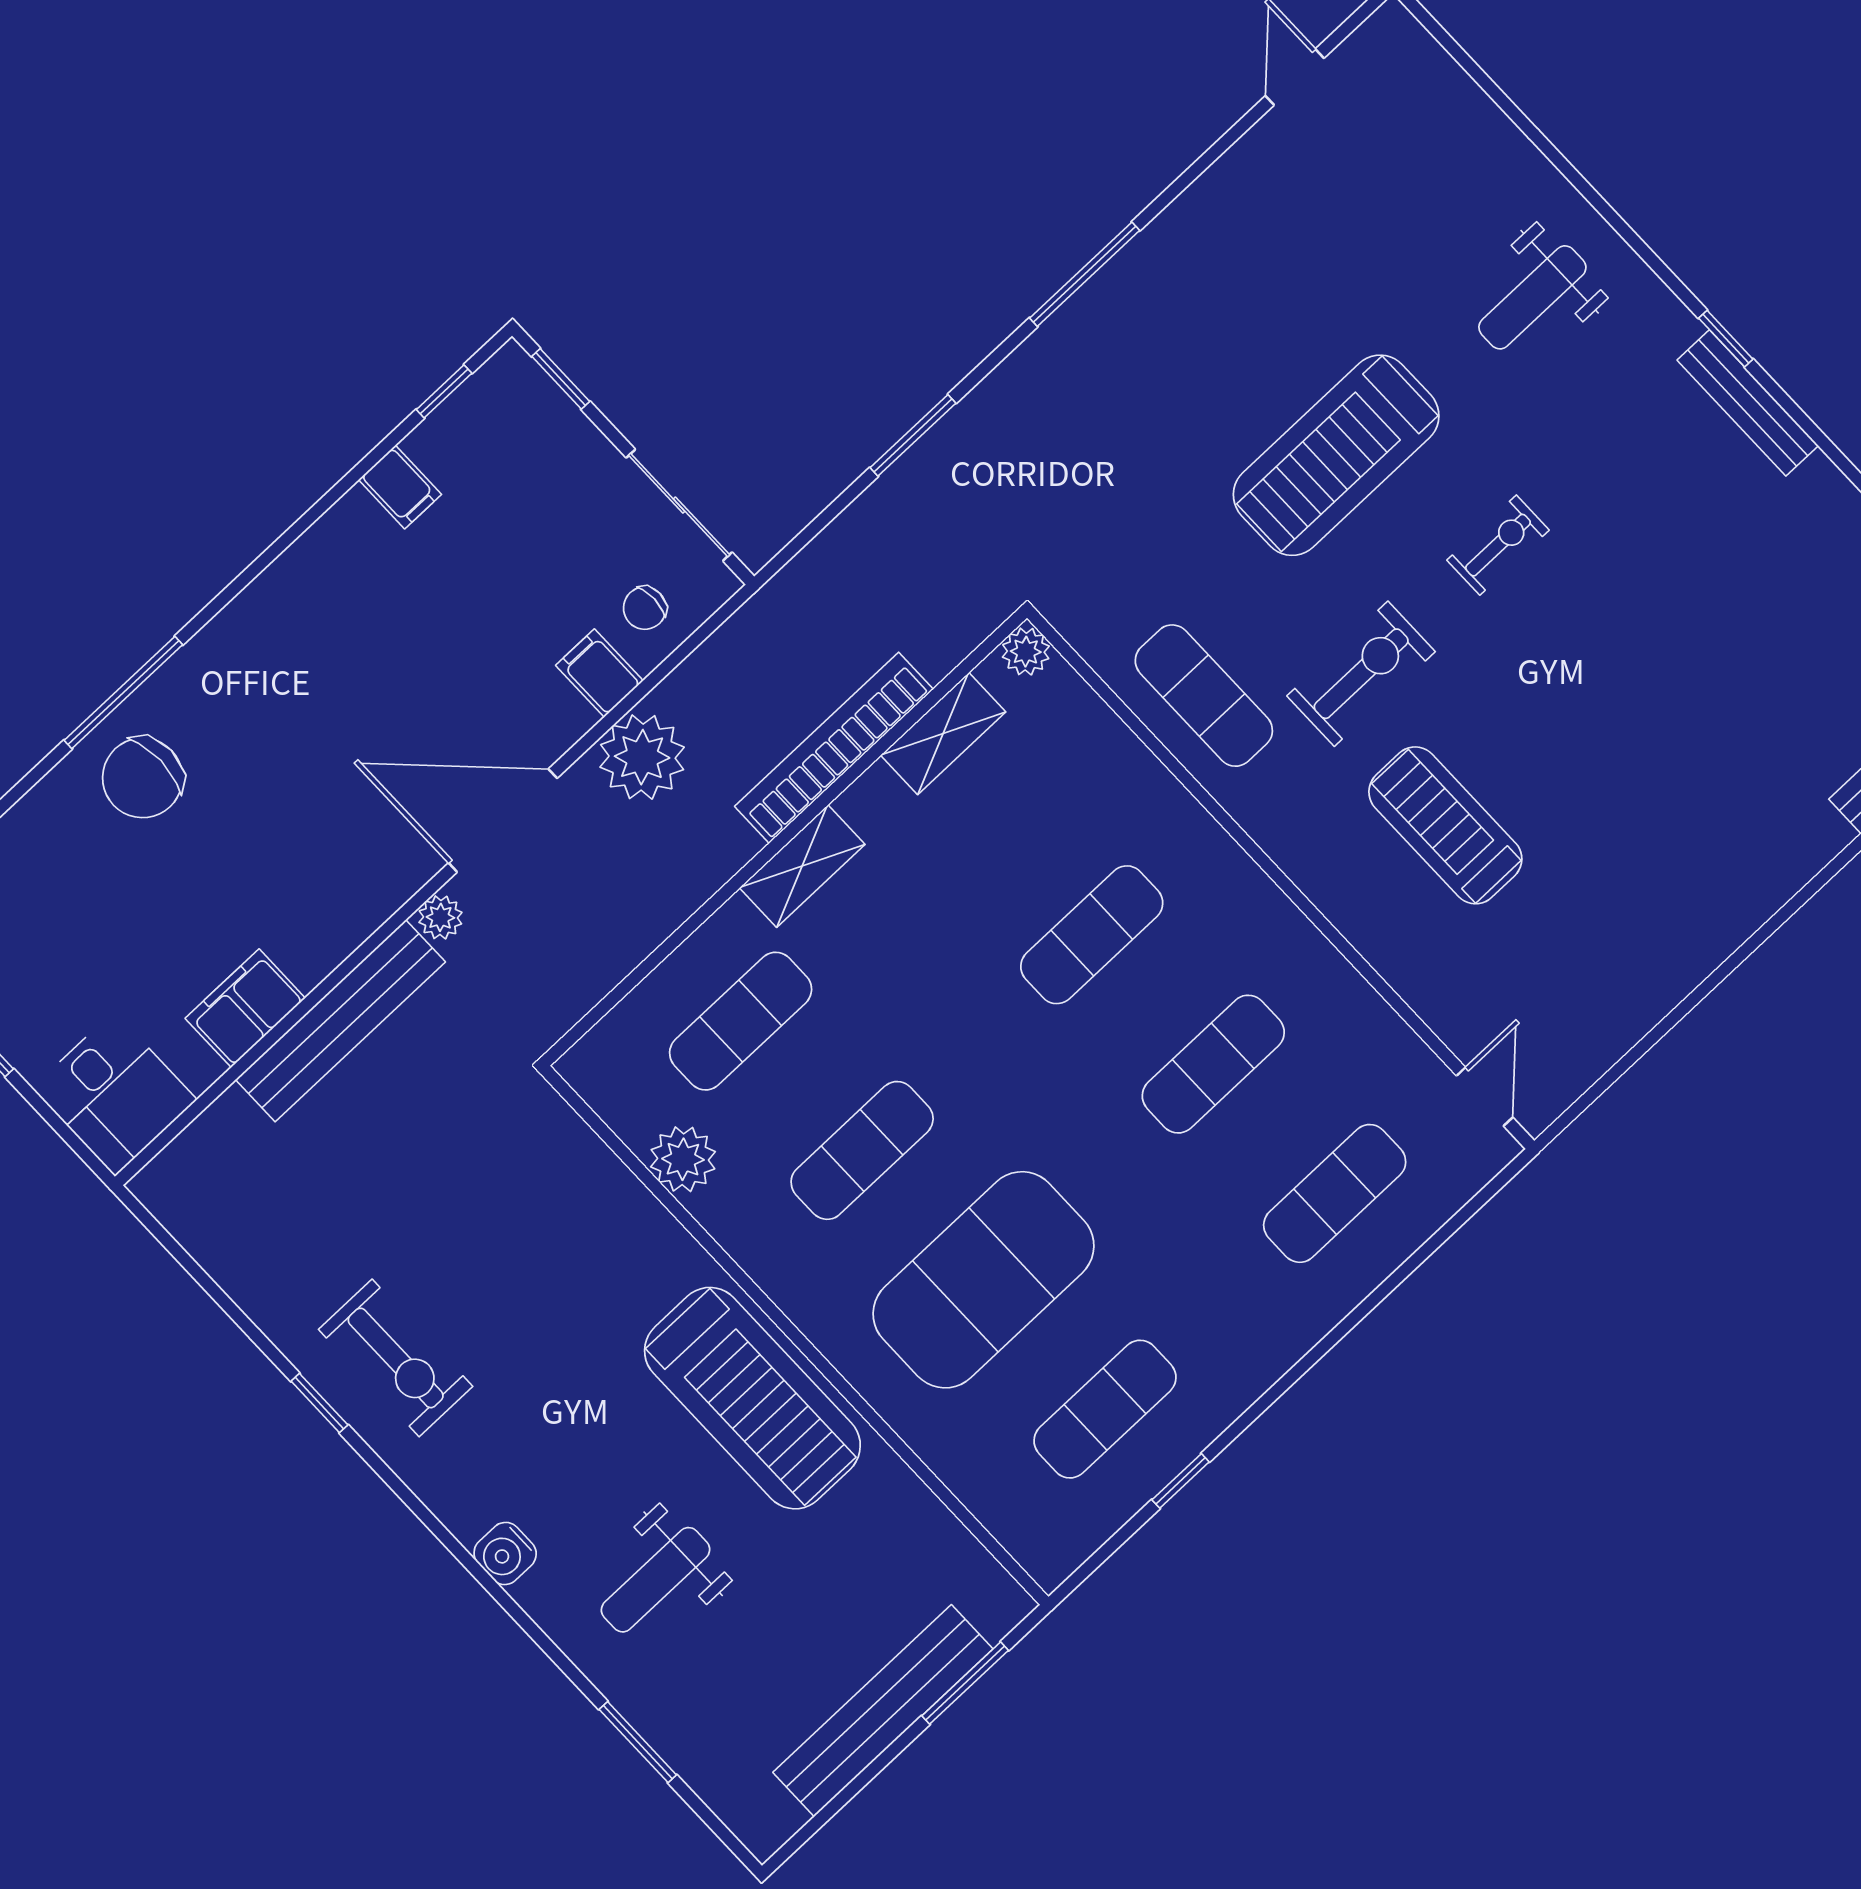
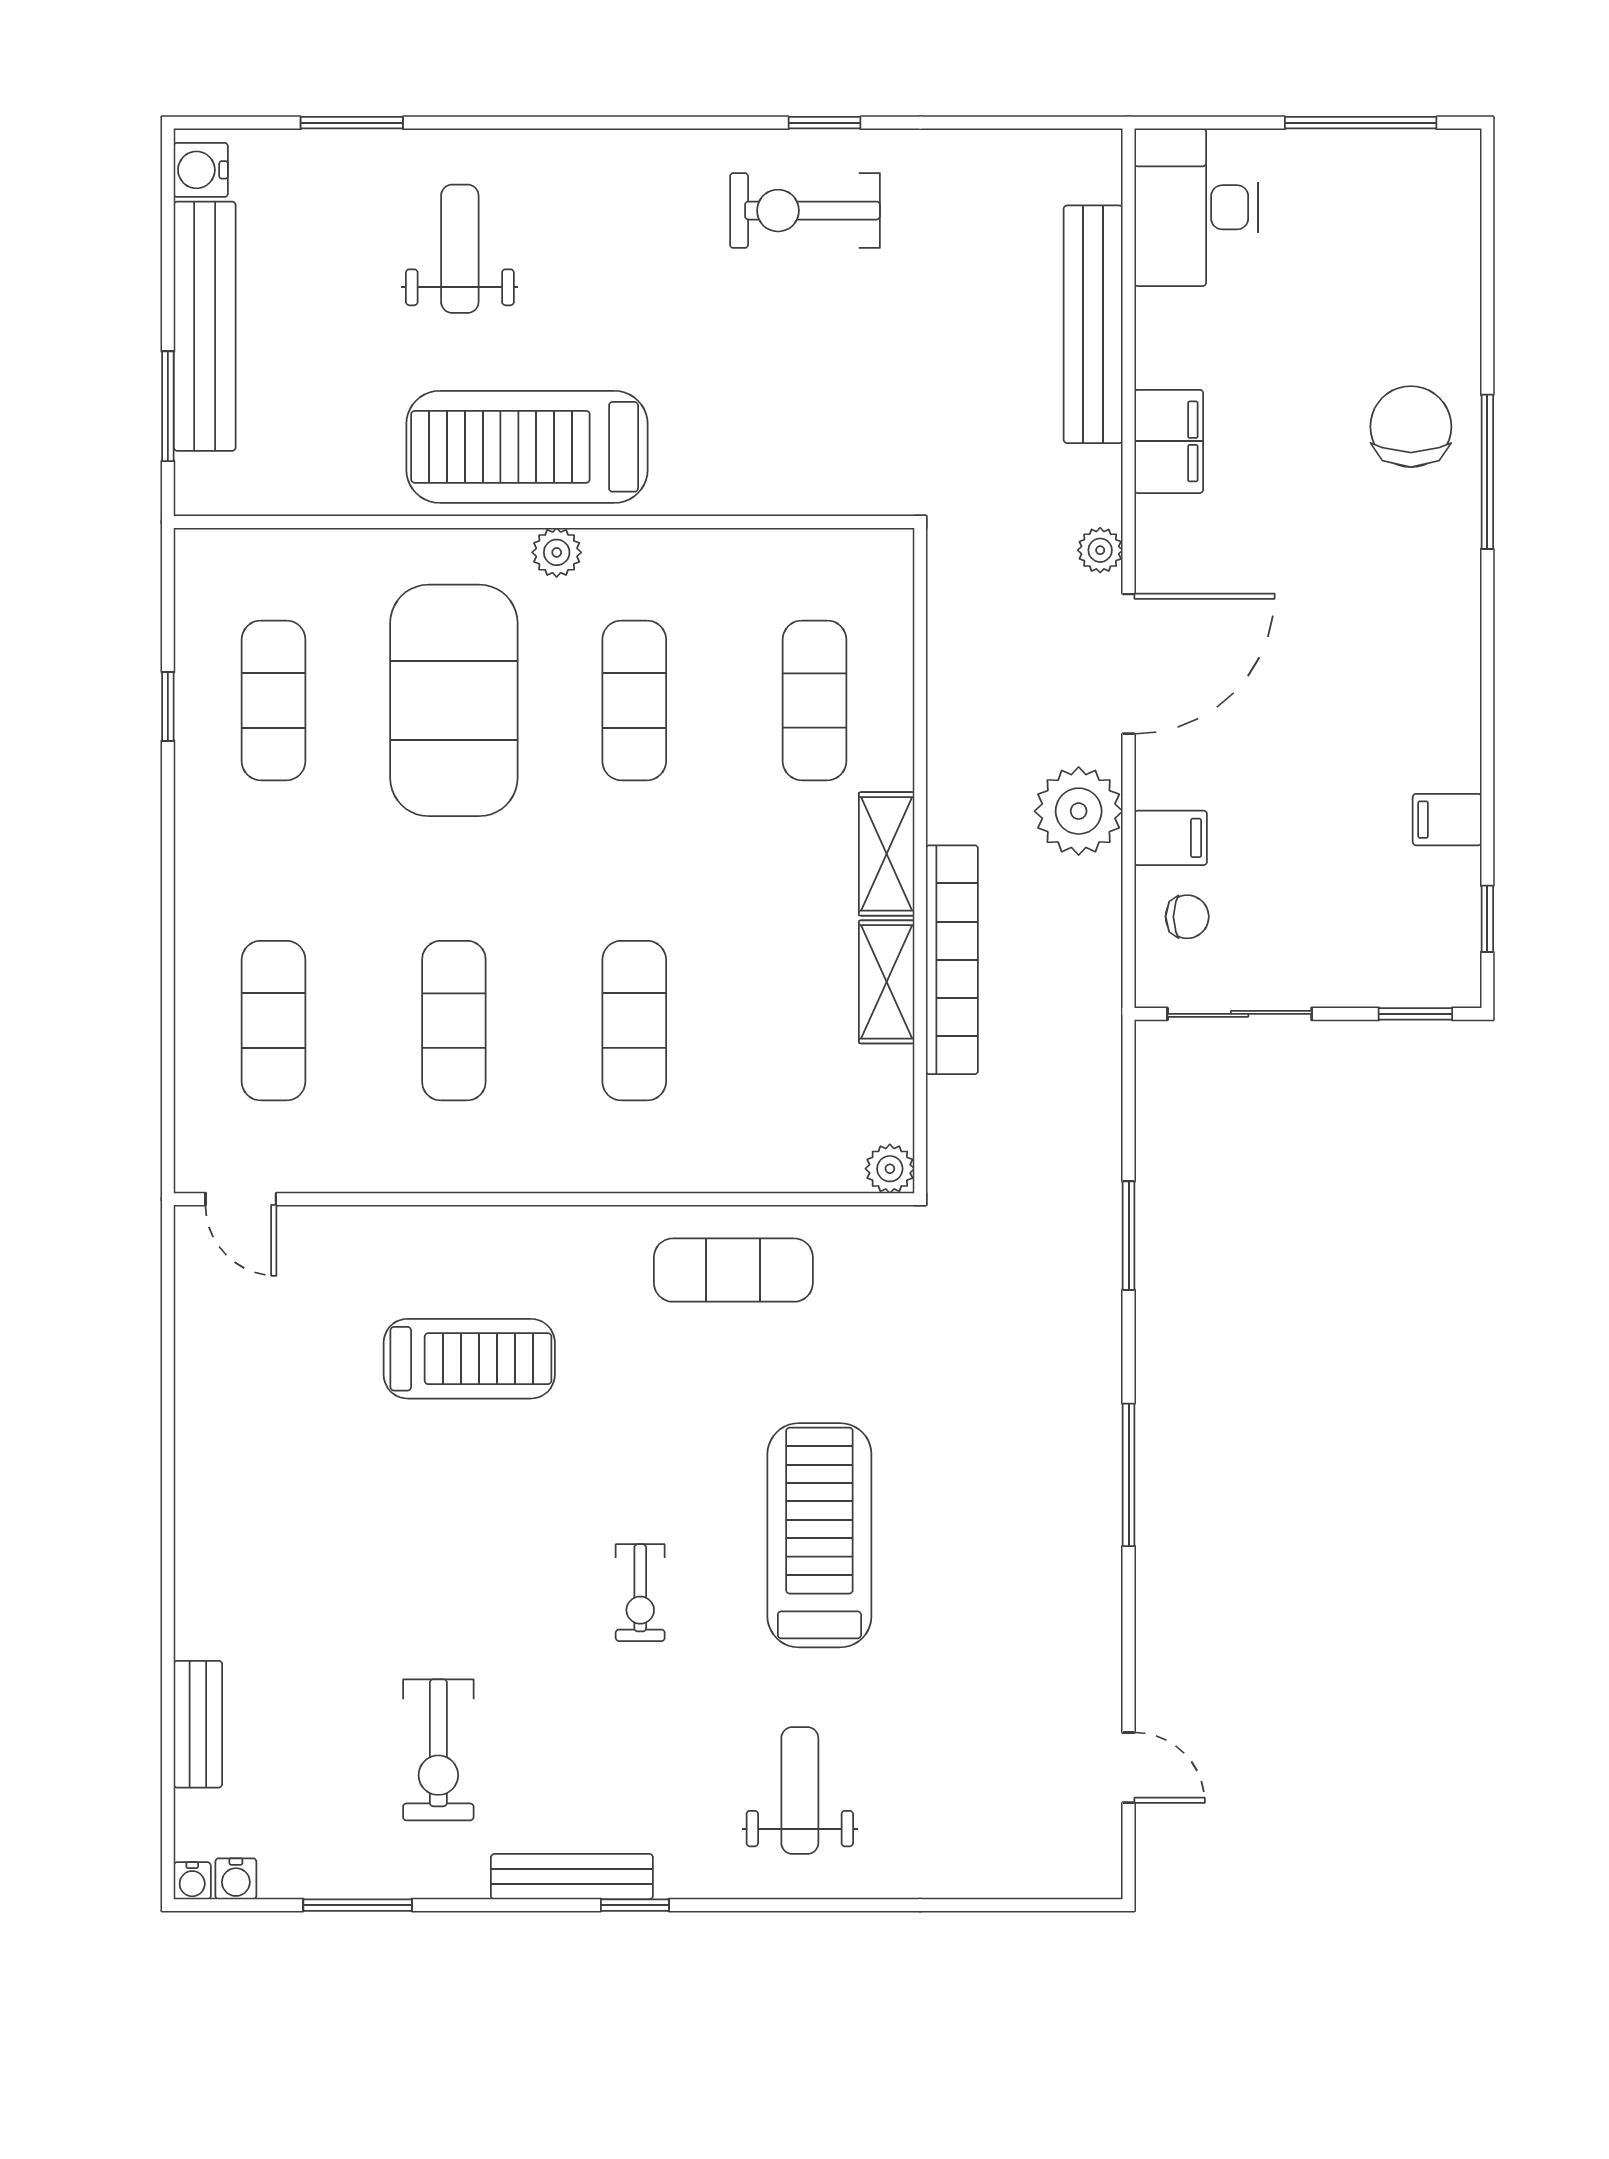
chair: (645, 608) -> (1187, 917), turned 90
exercise bike: (1361, 674) -> (438, 1750), moved
shelving: (943, 734) -> (887, 982), moved
filing cabinet: (245, 1008) -> (1169, 441), moved
bench: (340, 1021) -> (1093, 324), moved
desk: (114, 1094) -> (1196, 207), width x1.37
plant: (683, 1159) -> (557, 552), moved, width x0.73, depth x0.73
water cooler: (505, 1554) -> (201, 170), moved, turned -90

